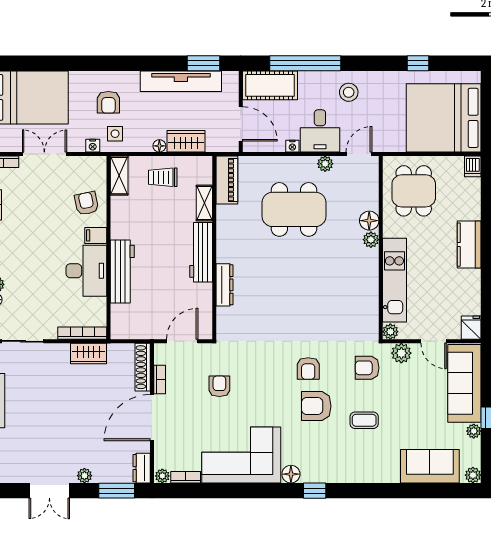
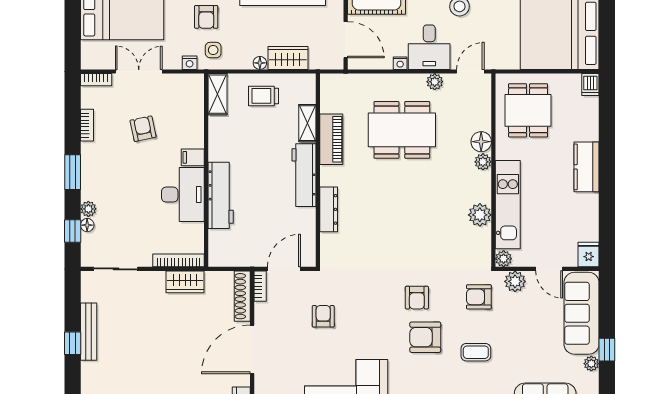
piano: (227, 180) -> (331, 139), moved
armchair: (87, 203) -> (143, 129), moved
plant: (368, 290) -> (480, 215), added
bookcase: (160, 380) -> (260, 286), moved

